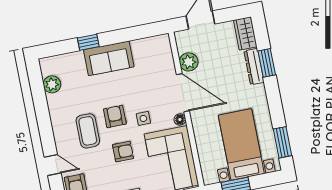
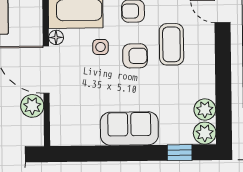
window: (88, 42) -> (180, 153), moved
plant: (49, 66) -> (205, 133), added
armchair: (115, 116) -> (135, 56), turned -90

